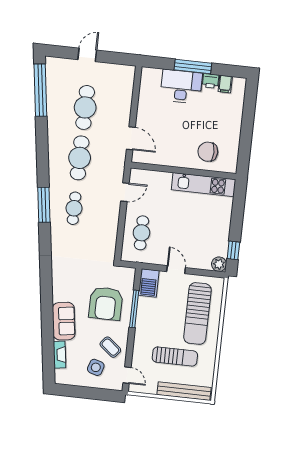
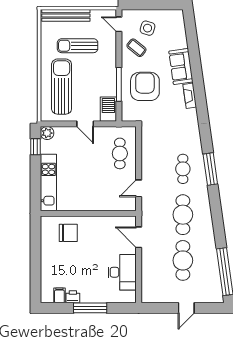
desk: (181, 86) -> (122, 272), moved, turned -90
kitchen unit: (204, 185) -> (48, 183), moved, turned 90
fireplace: (60, 355) -> (190, 96), moved

